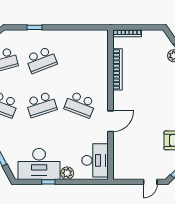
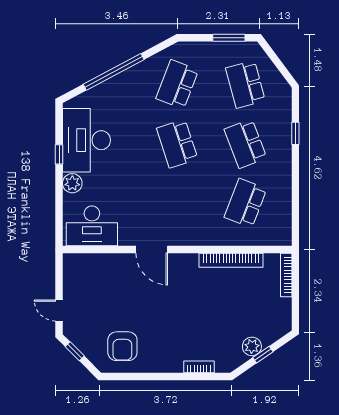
school desk: (80, 105) -> (245, 203), moved

